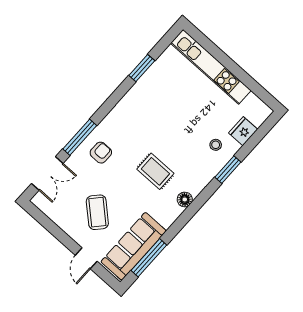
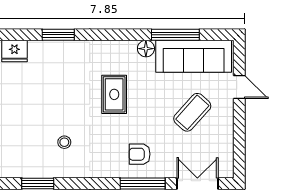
stool: (216, 145) -> (64, 142), moved
floor lamp: (185, 199) -> (146, 49), moved
door: (86, 258) -> (239, 87), hinge flipped
window: (149, 258) -> (175, 35), moved

